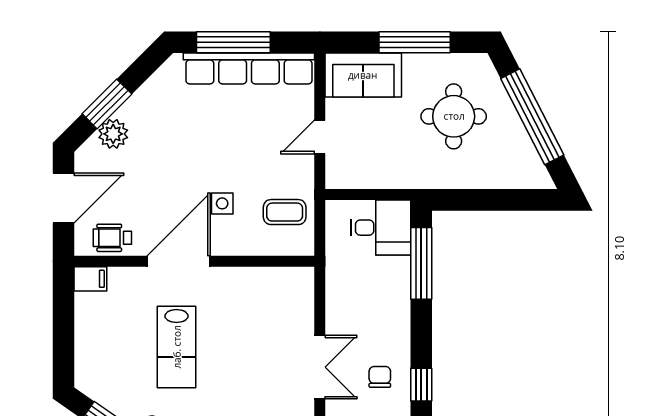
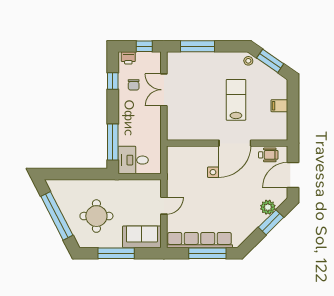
coffee table: (285, 212) -> (182, 168), removed
filing cabinet: (90, 279) -> (279, 106), moved

